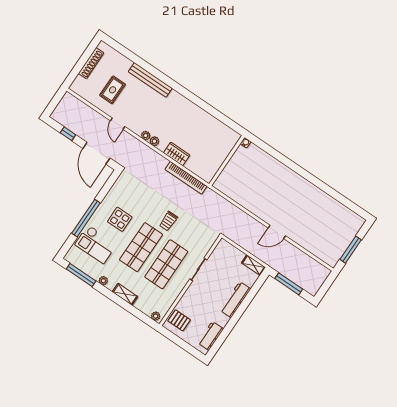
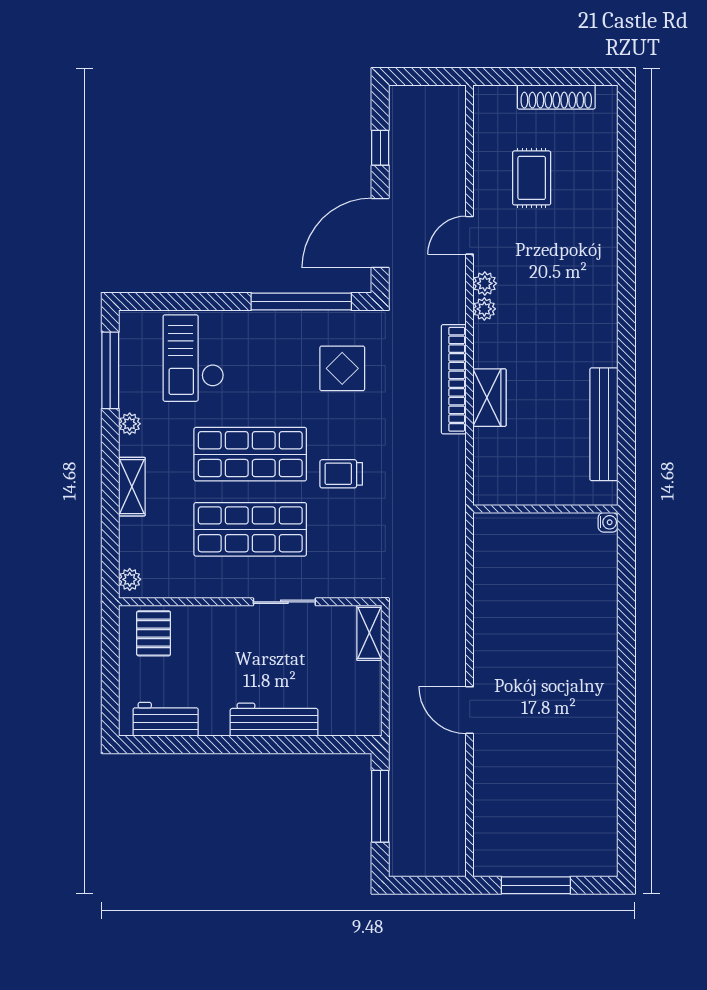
bench: (150, 80) -> (604, 424), moved
rug: (113, 90) -> (532, 178), turned 90
plant: (154, 141) -> (485, 283), moved
bookcase: (186, 178) -> (454, 379), moved
window: (86, 218) -> (301, 301), moved
display table: (120, 219) -> (342, 368), moved
shelving: (253, 265) -> (369, 633), moved

